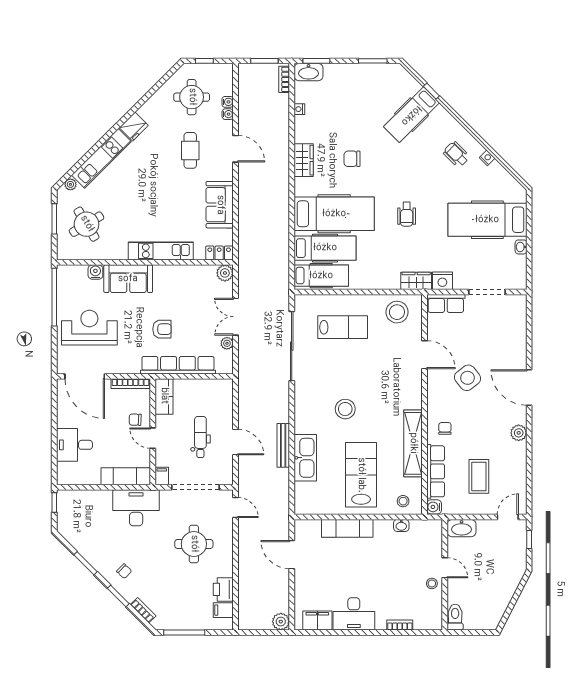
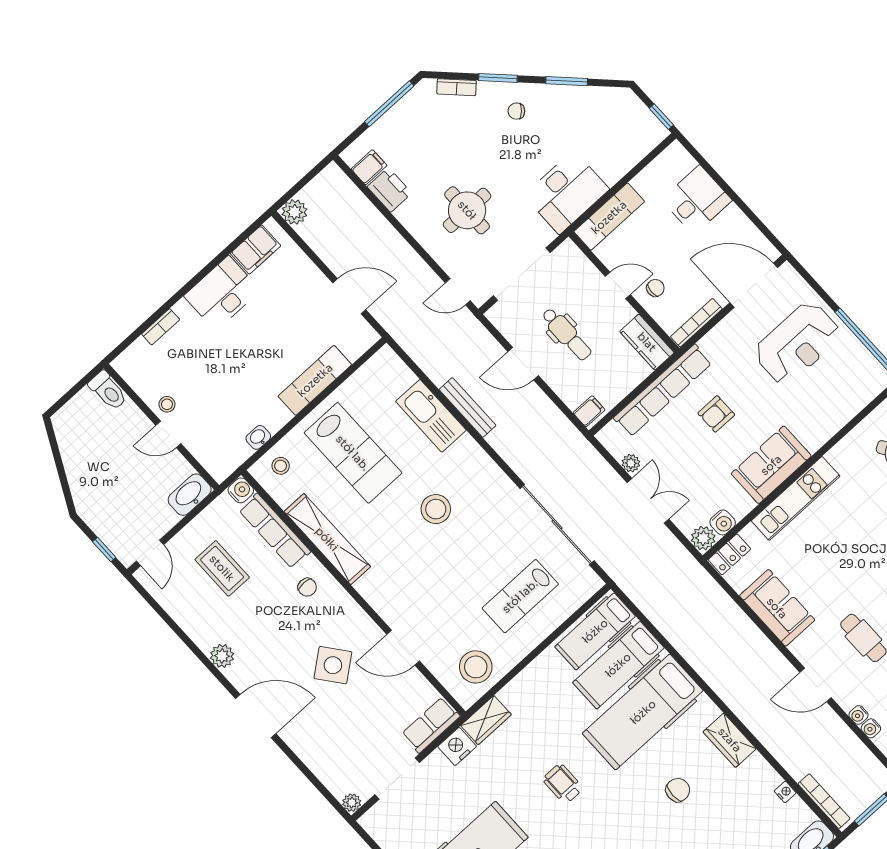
bookcase: (284, 79) -> (824, 801), width x1.56
water cooler: (95, 272) -> (723, 522), moved
sofa: (128, 279) -> (771, 465), moved
plant: (521, 301) -> (352, 803), added
filing cabinet: (162, 476) -> (589, 411), moved, turned -90

